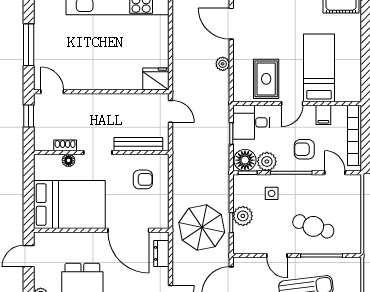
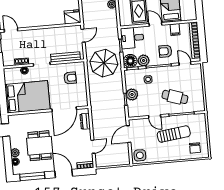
door: (292, 104) -> (156, 24), swing flipped
door: (170, 111) -> (83, 36), hinge flipped
parasol: (202, 227) -> (104, 63), moved
door: (128, 230) -> (64, 109), hinge flipped

